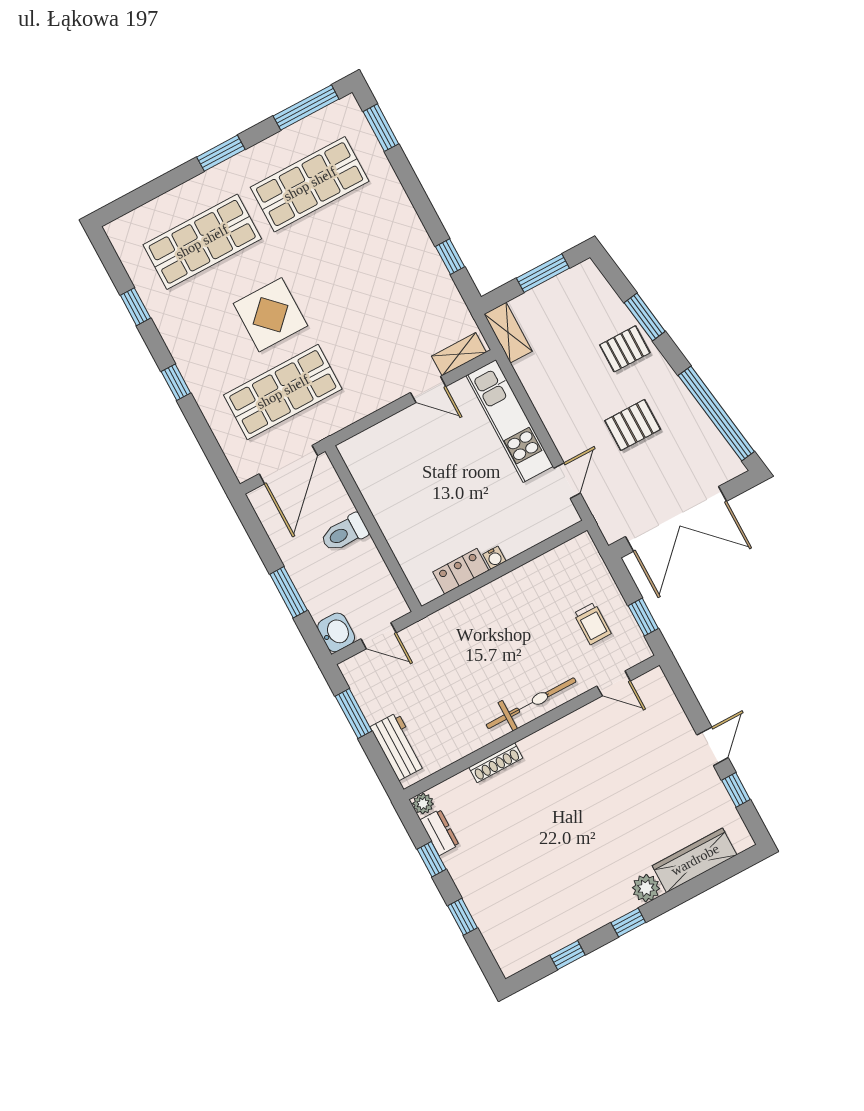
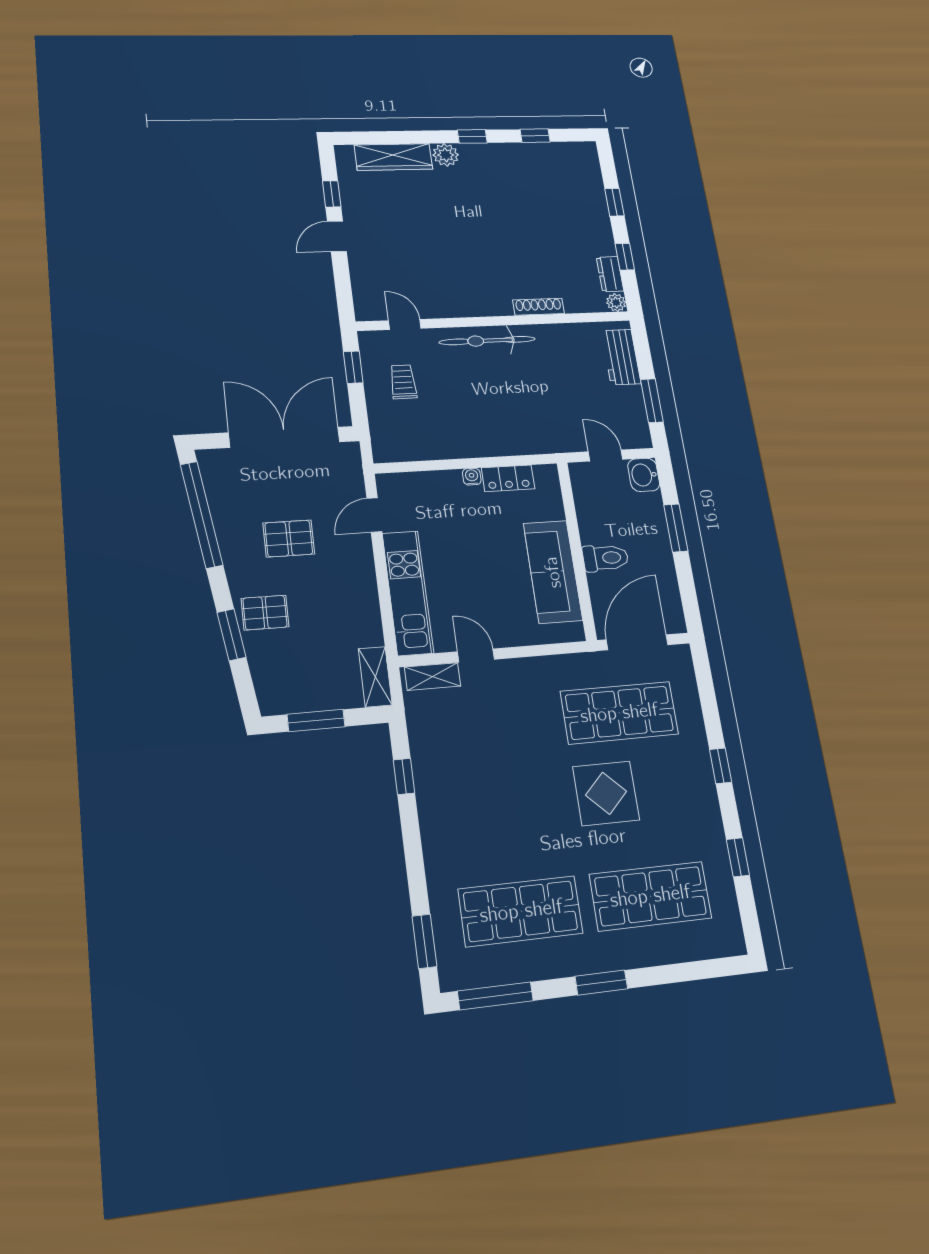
sofa: (388, 498) -> (553, 572), added

